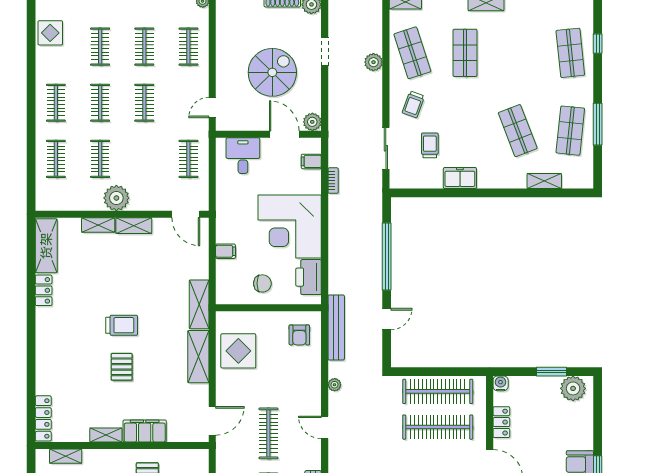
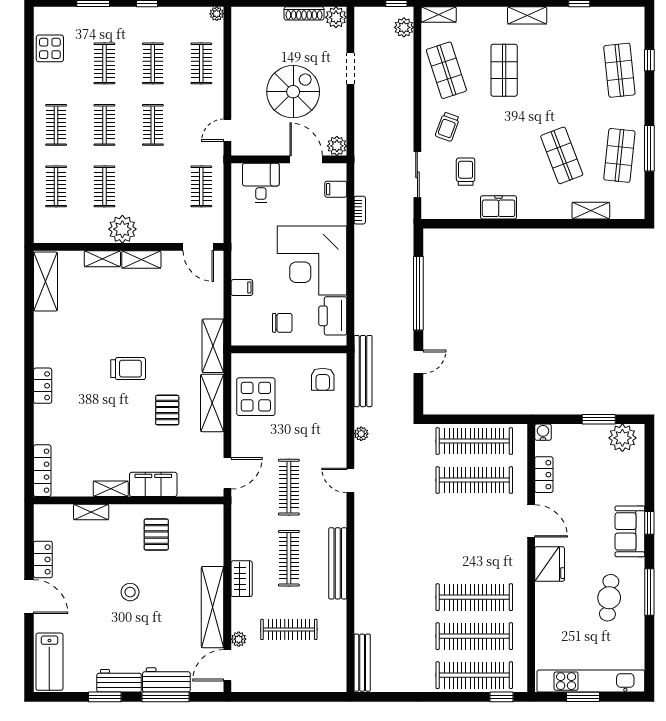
plant: (373, 62) -> (404, 27), moved
locker: (44, 290) -> (43, 386), moved
pallet: (122, 367) -> (167, 410), moved
shelving: (66, 456) -> (91, 512), moved

